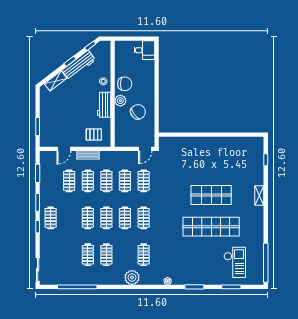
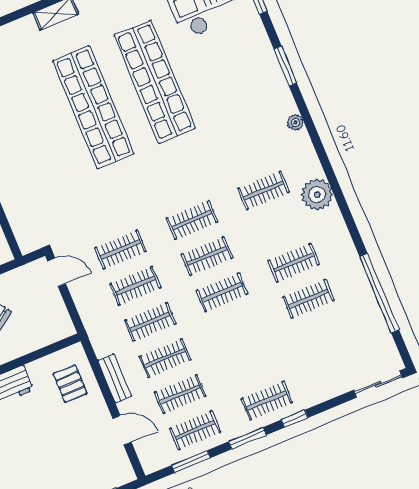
shop shelf: (211, 195) -> (93, 107), width x1.40
clothes rail: (88, 218) -> (195, 430), moved

